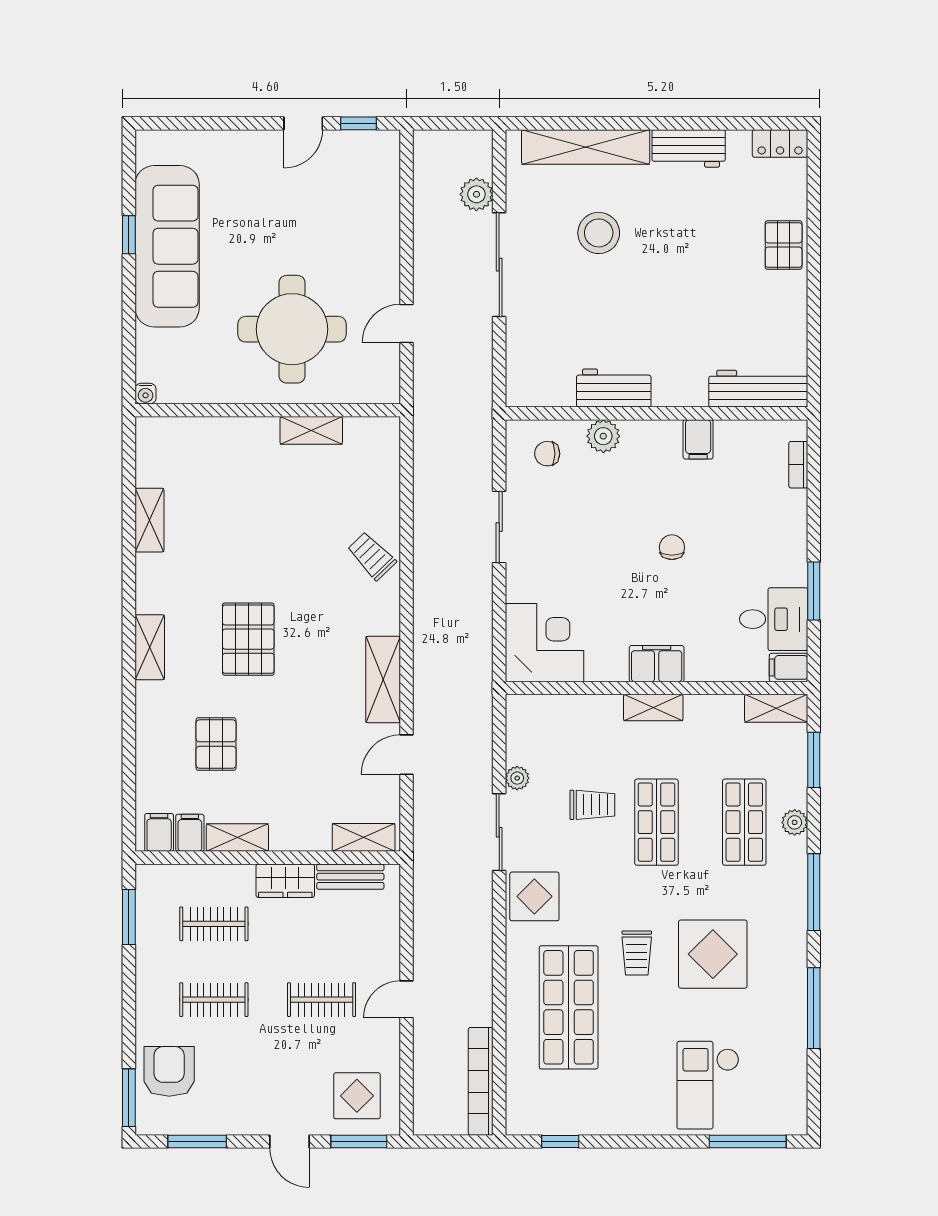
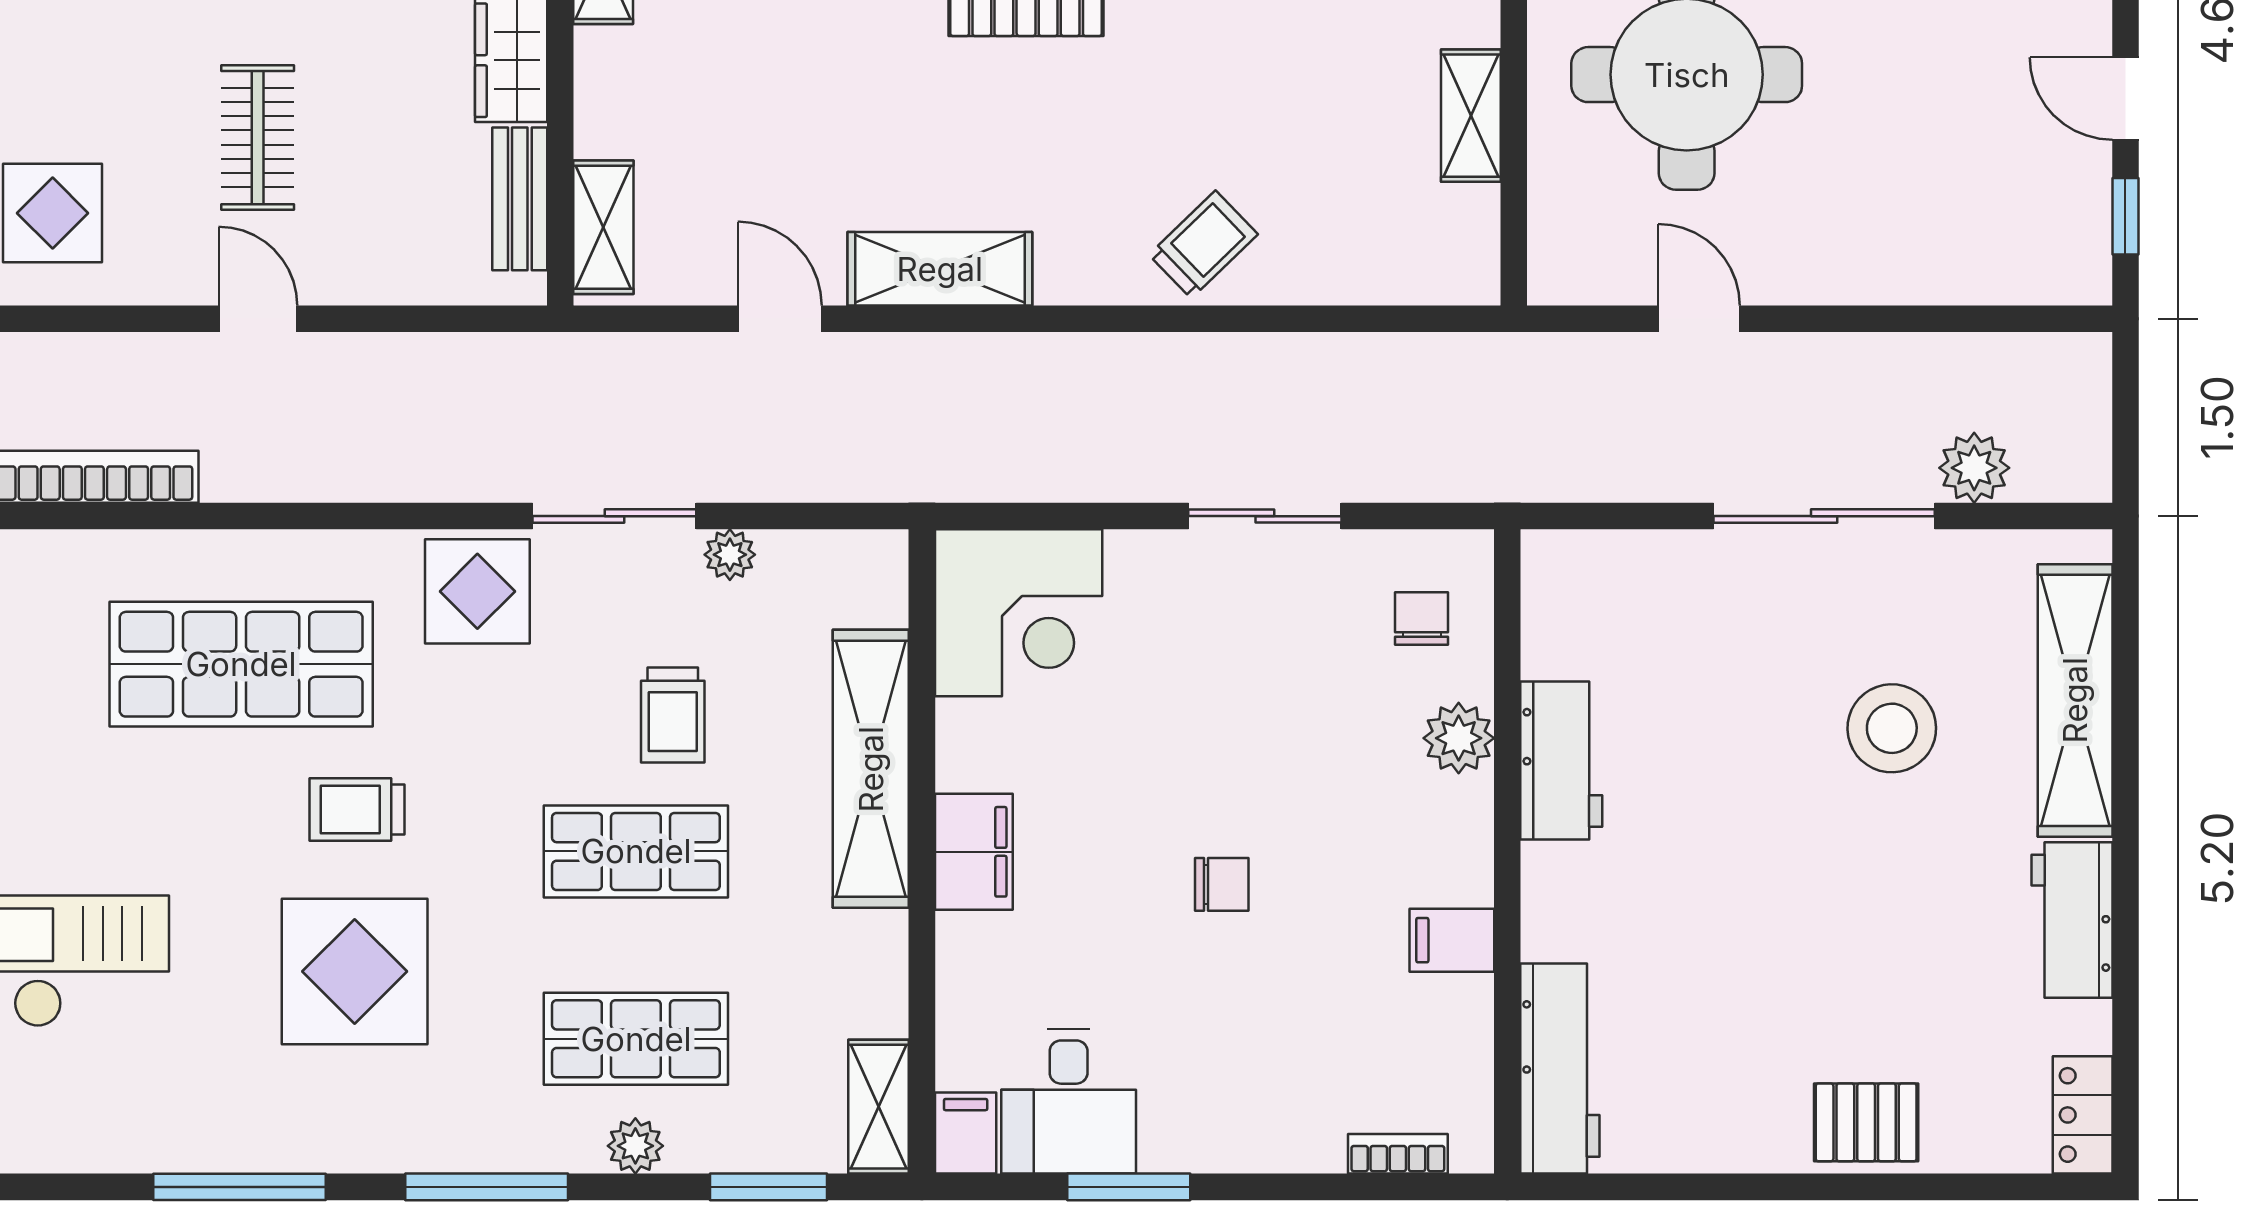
shelving: (653, 707) -> (871, 769), width x2.20, depth x1.33

